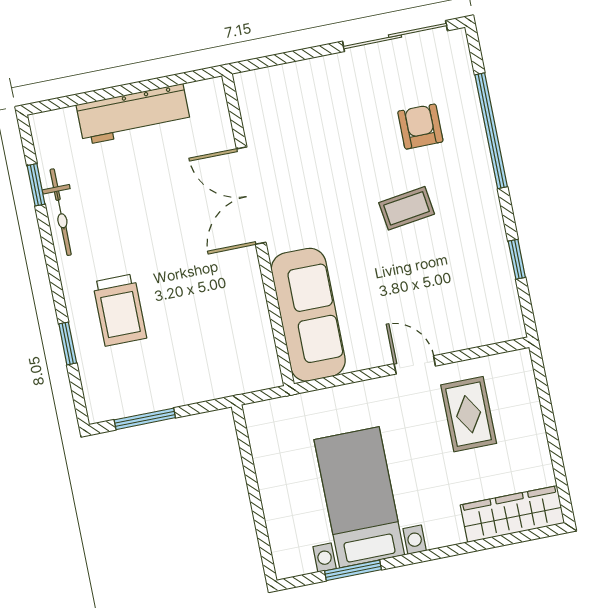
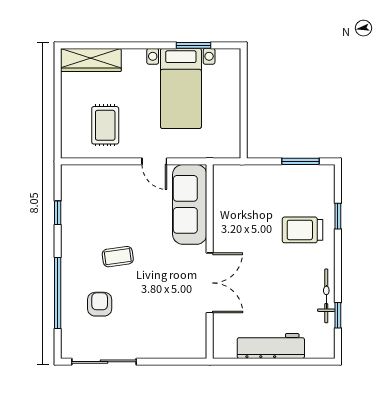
armchair: (420, 127) -> (100, 304), turned 180
trolley: (120, 310) -> (303, 230), turned -90
door: (415, 365) -> (154, 161), moved

